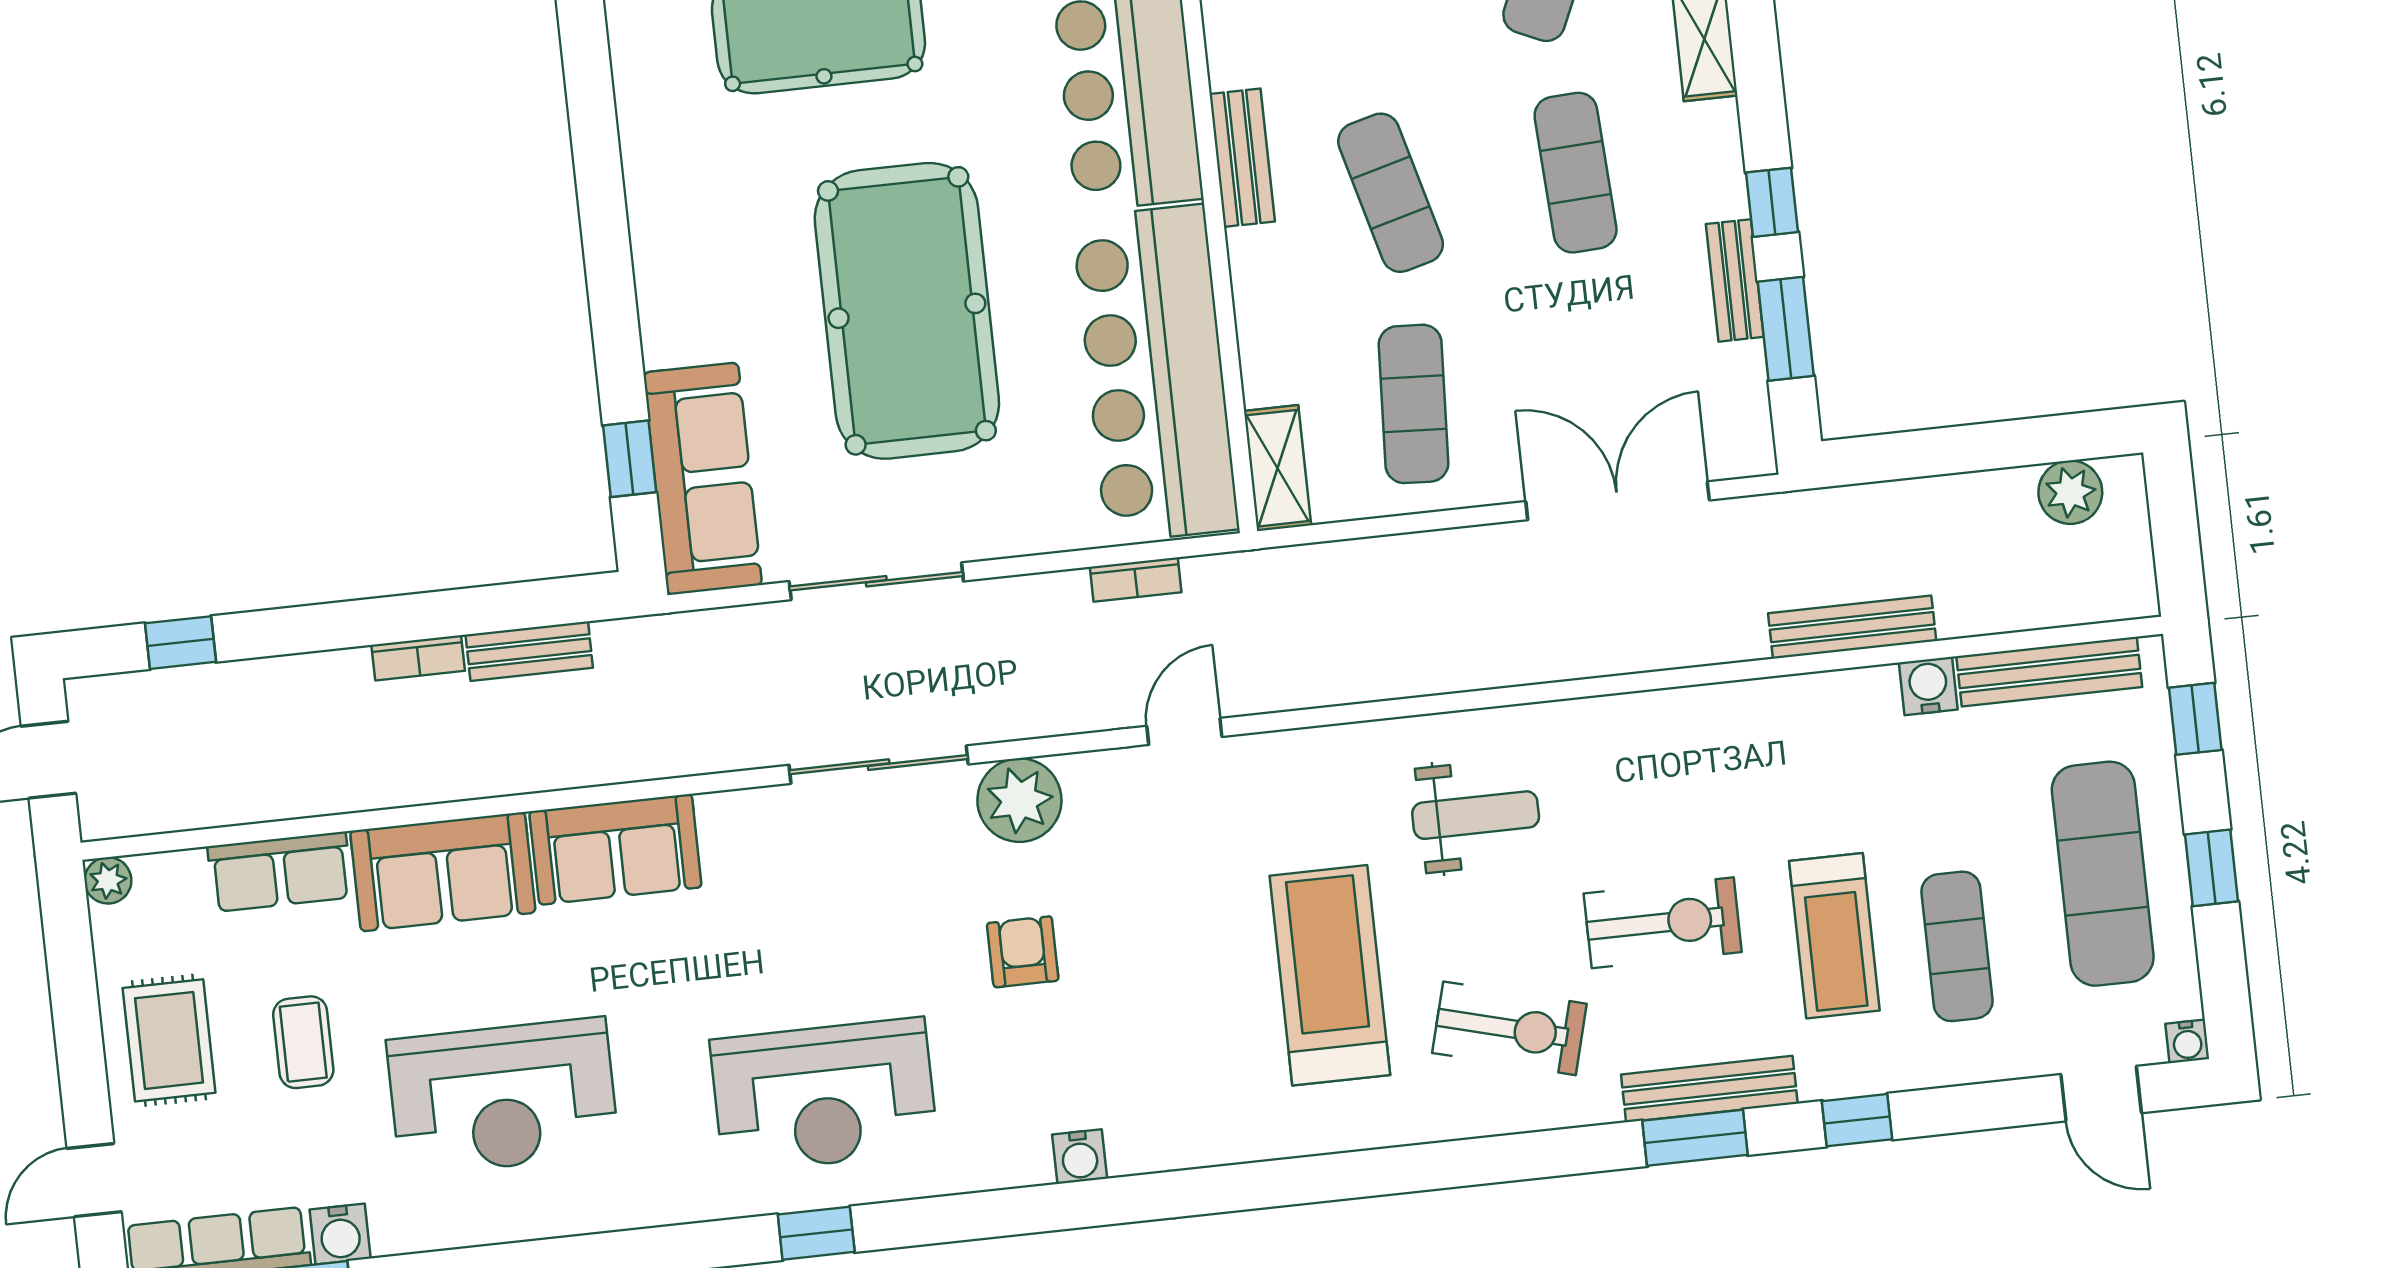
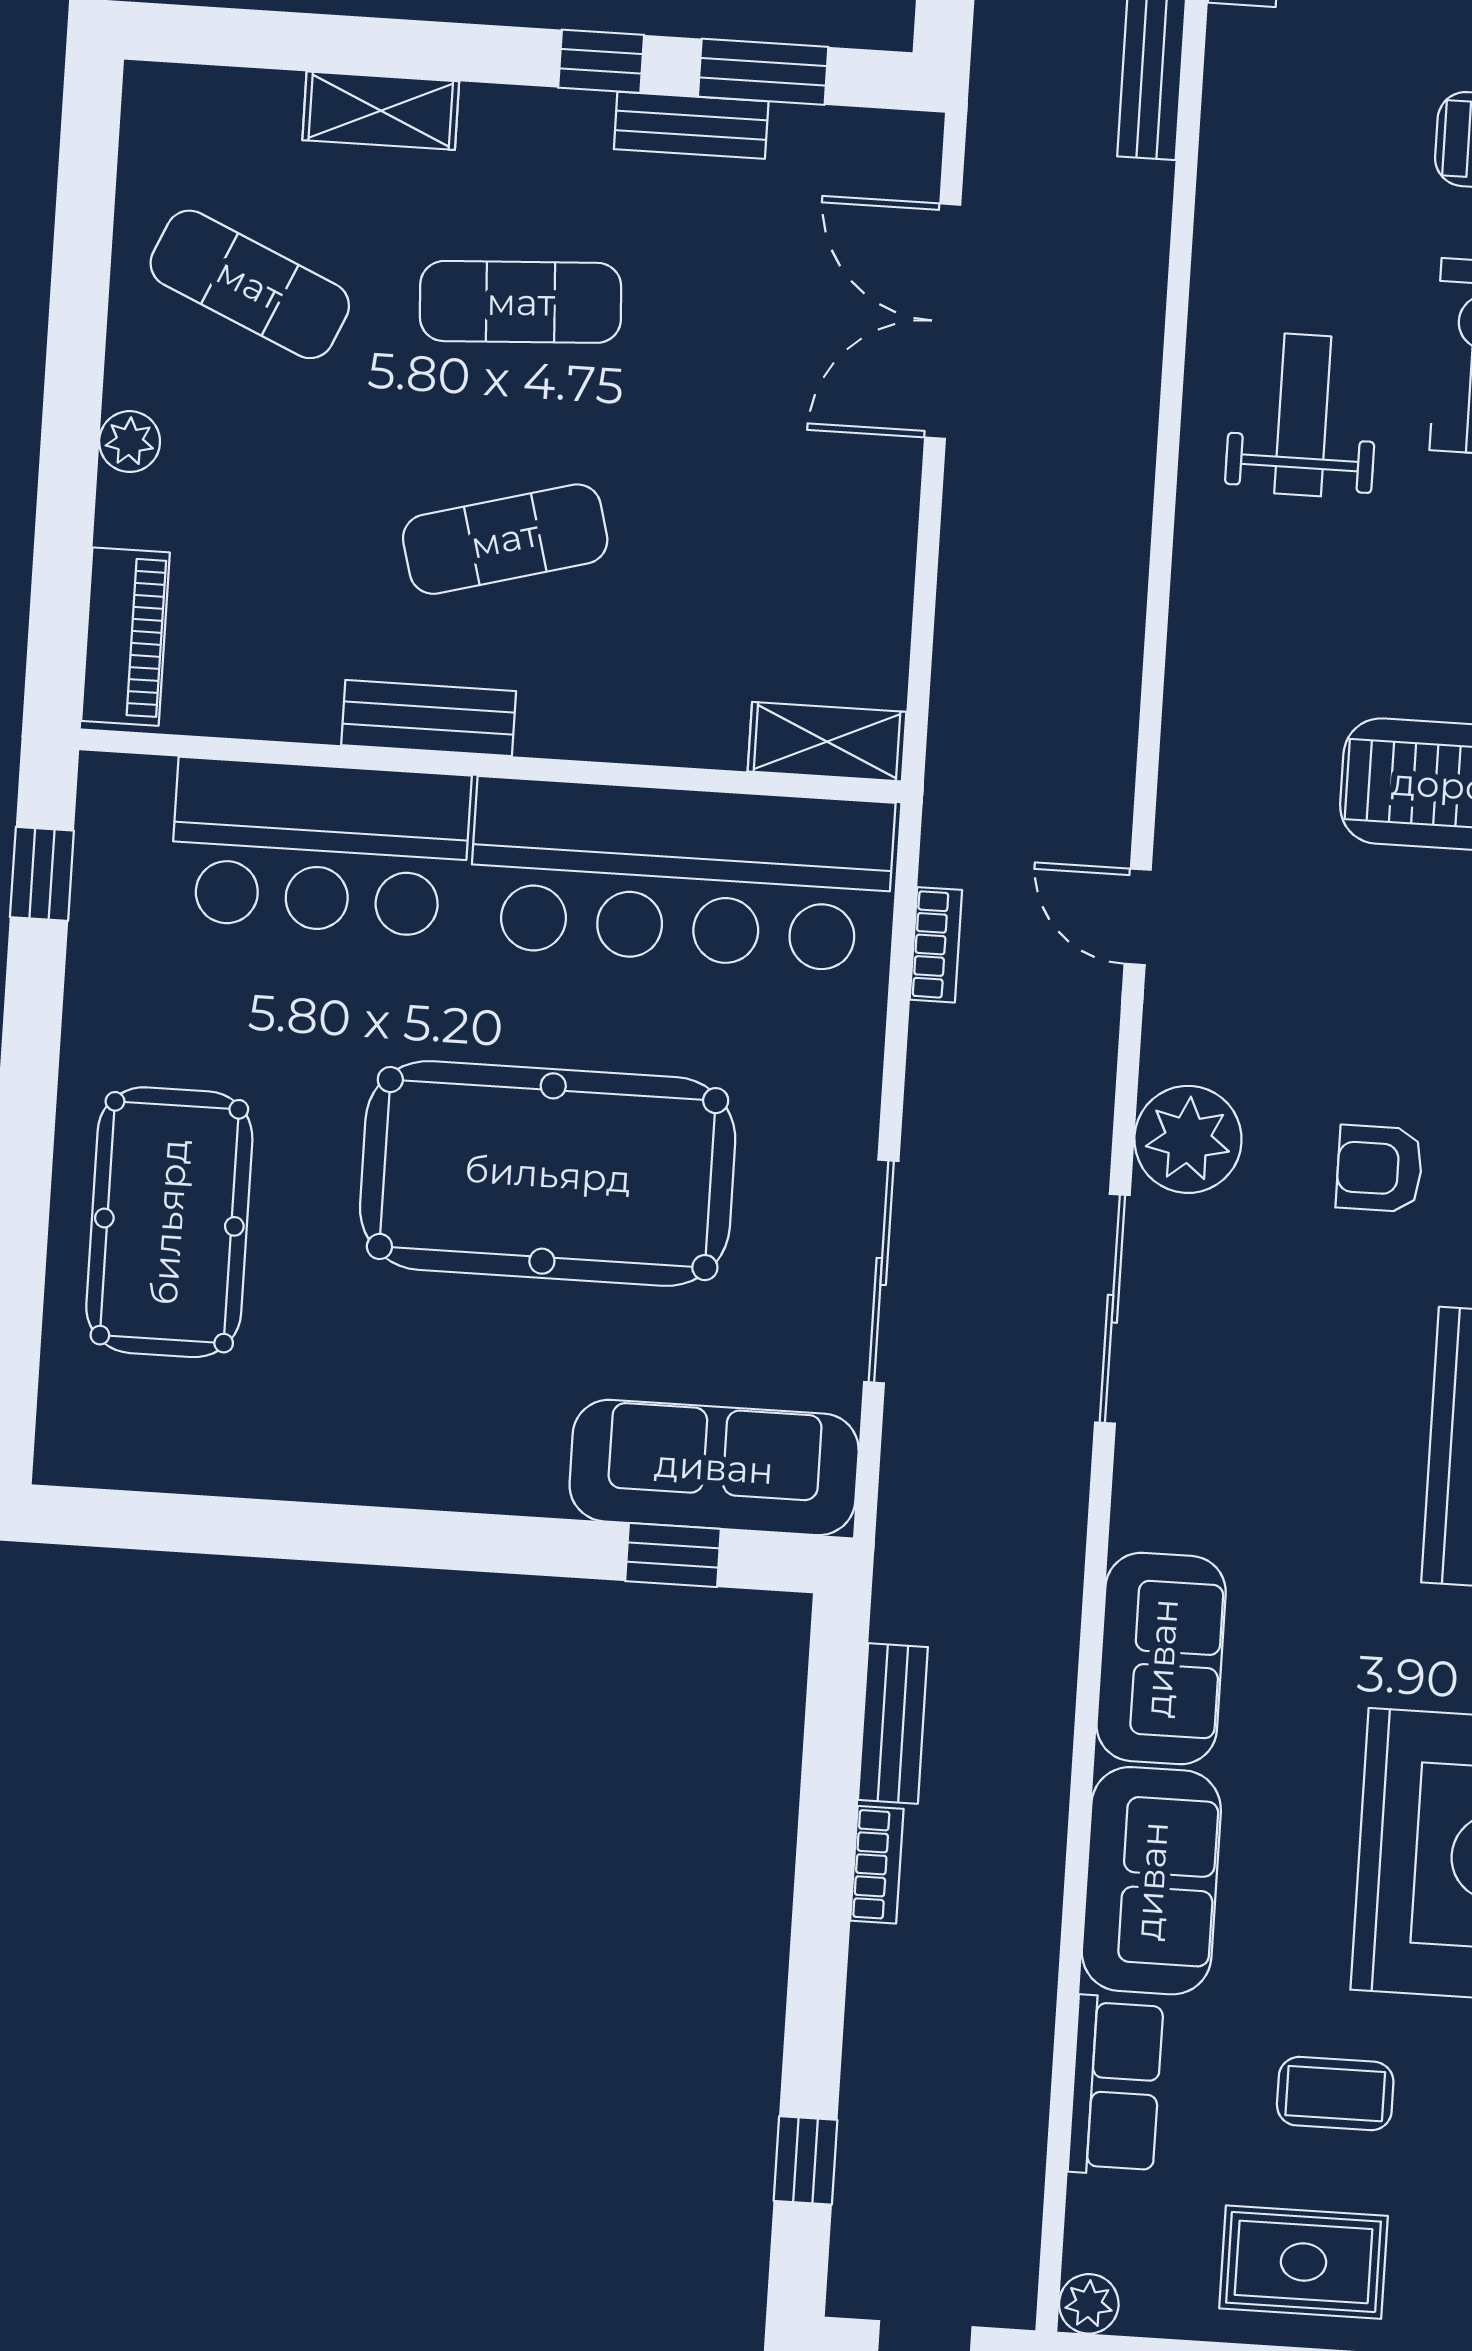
exercise mat: (1414, 404) -> (776, 557), removed
weight bench: (1476, 815) -> (1303, 415), moved

